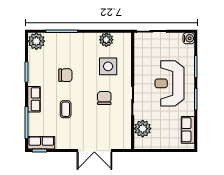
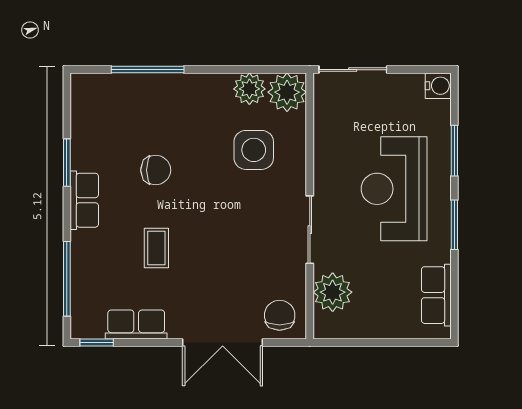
plant: (36, 41) -> (287, 92), moved
chair: (104, 98) -> (280, 315), moved
row of seats: (34, 99) -> (84, 200), moved
row of seats: (41, 143) -> (136, 325), moved

